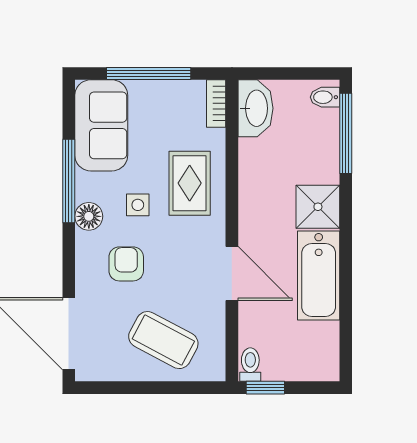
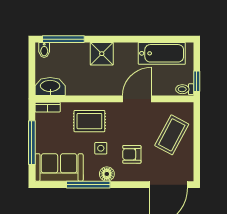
bathtub: (319, 276) -> (162, 53), moved

